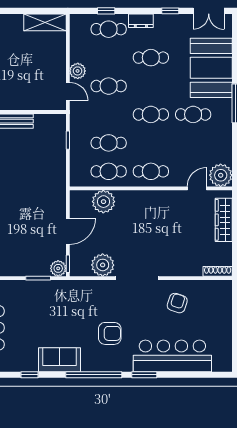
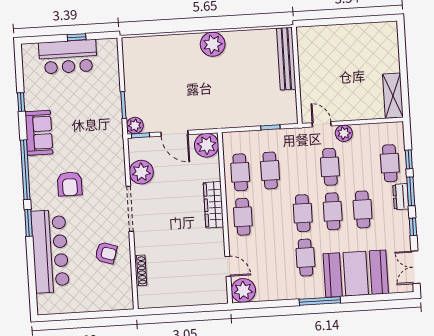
window: (137, 11) -> (411, 191), added
cafe table: (151, 86) -> (333, 211), added
door: (68, 91) -> (322, 124), swing flipped
plant: (103, 202) -> (207, 145), moved
wardrobe: (224, 220) -> (213, 205), moved, turned -90
shoe rack: (218, 271) -> (141, 270), moved

